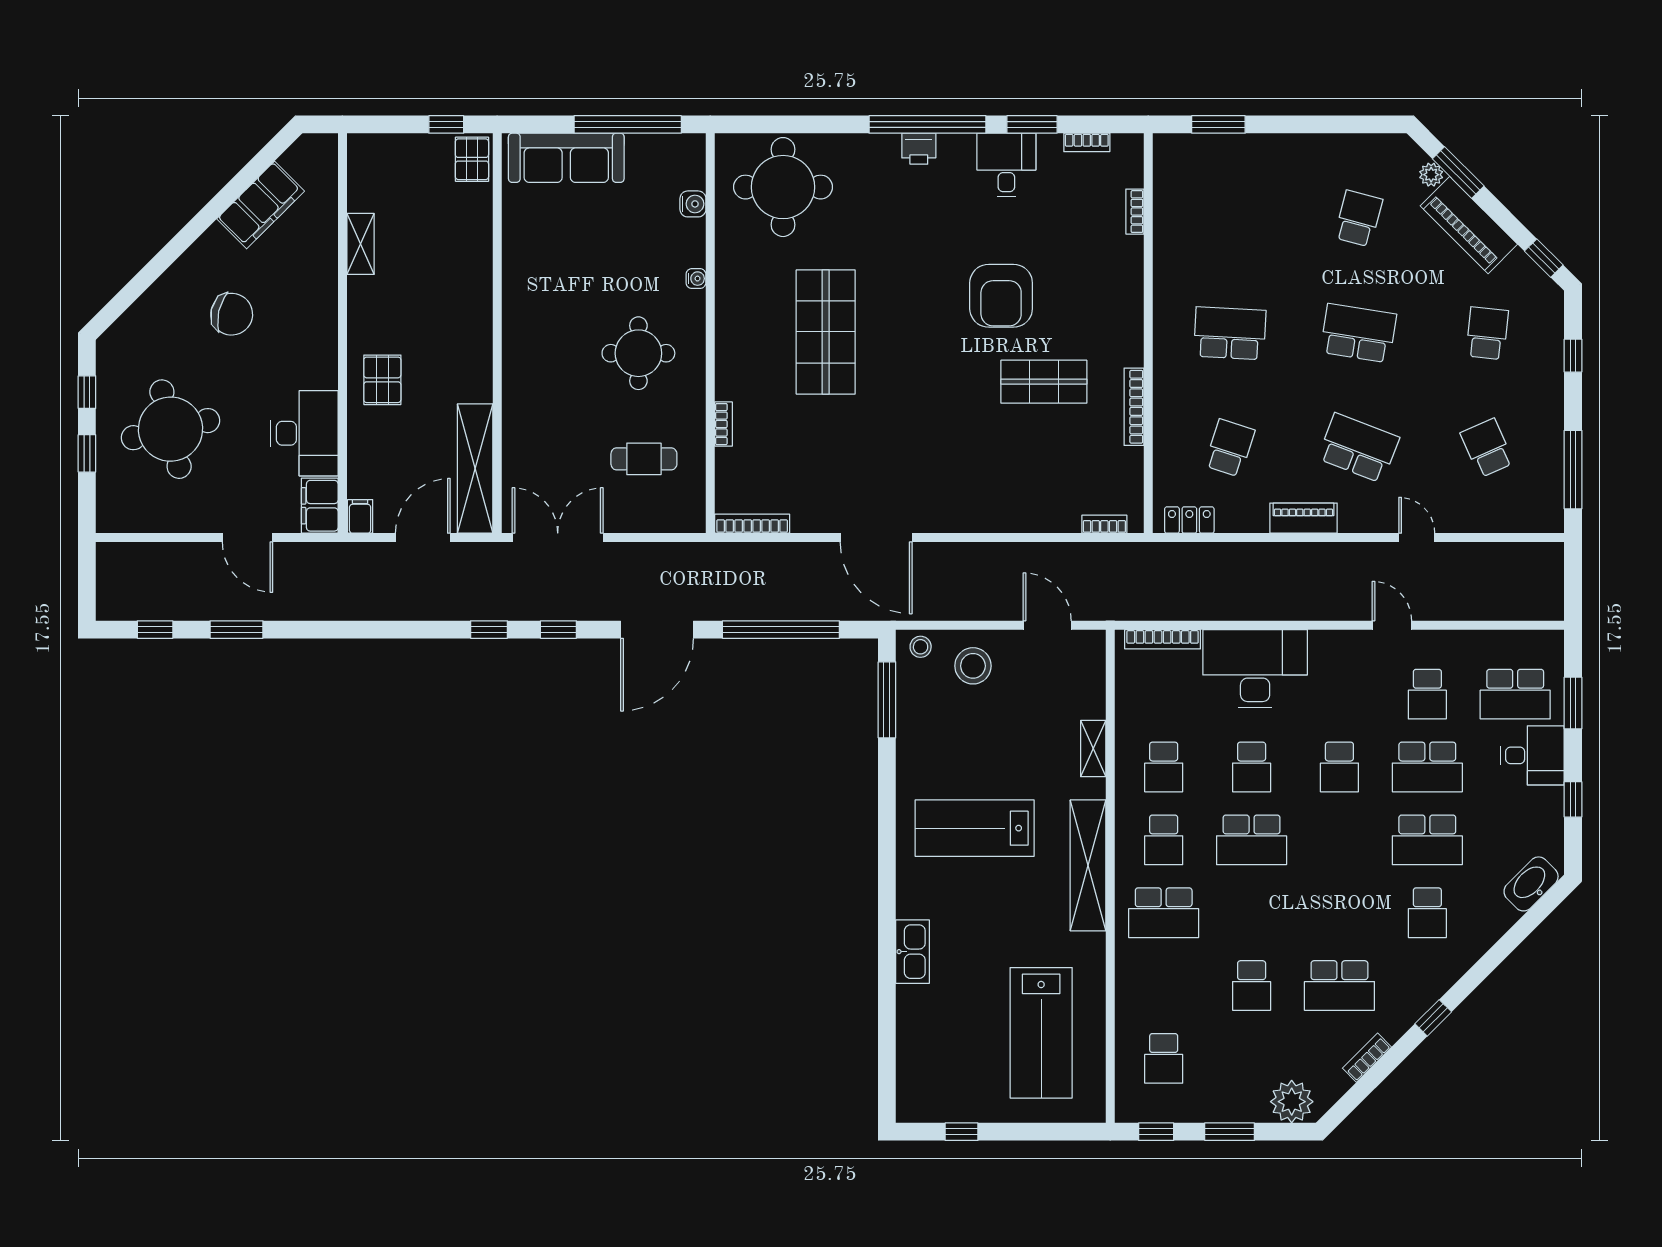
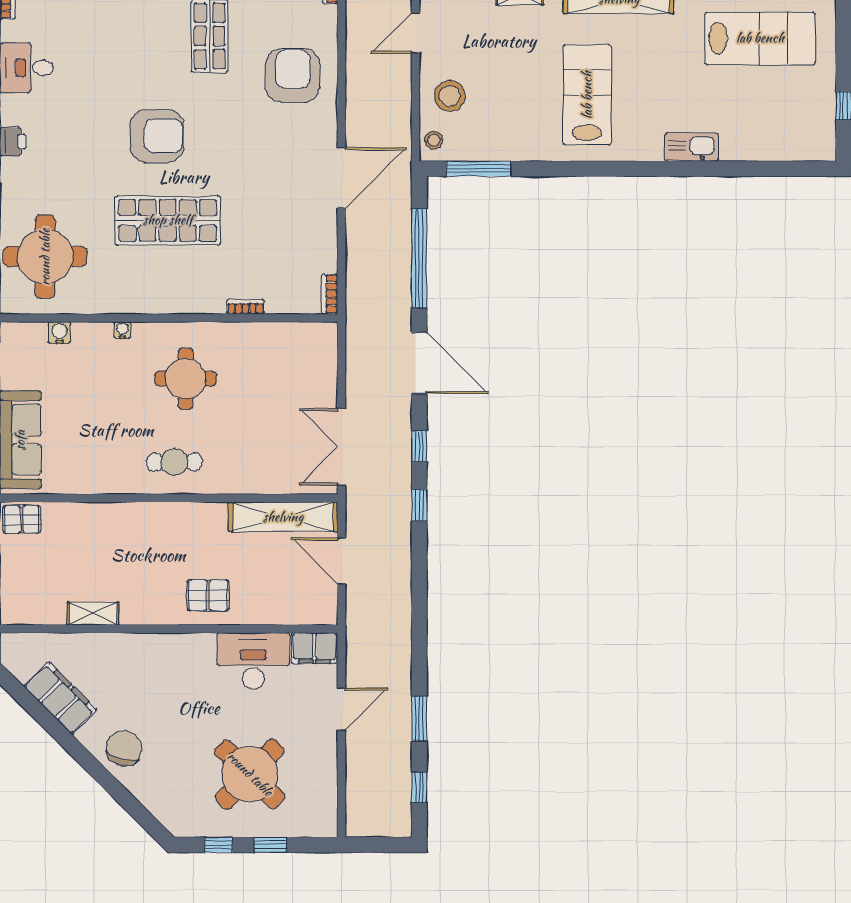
armchair: (1001, 296) -> (157, 136), moved
chair: (232, 314) -> (124, 748), moved
round table: (170, 429) -> (250, 774), turned -33
cafe table: (644, 459) -> (174, 462), moved, turned 90
armchair: (997, 480) -> (293, 75), added
filing cabinet: (360, 516) -> (323, 614), removed
bookcase: (752, 524) -> (330, 294), width x0.64
lab bench: (975, 828) -> (587, 95), turned 180

